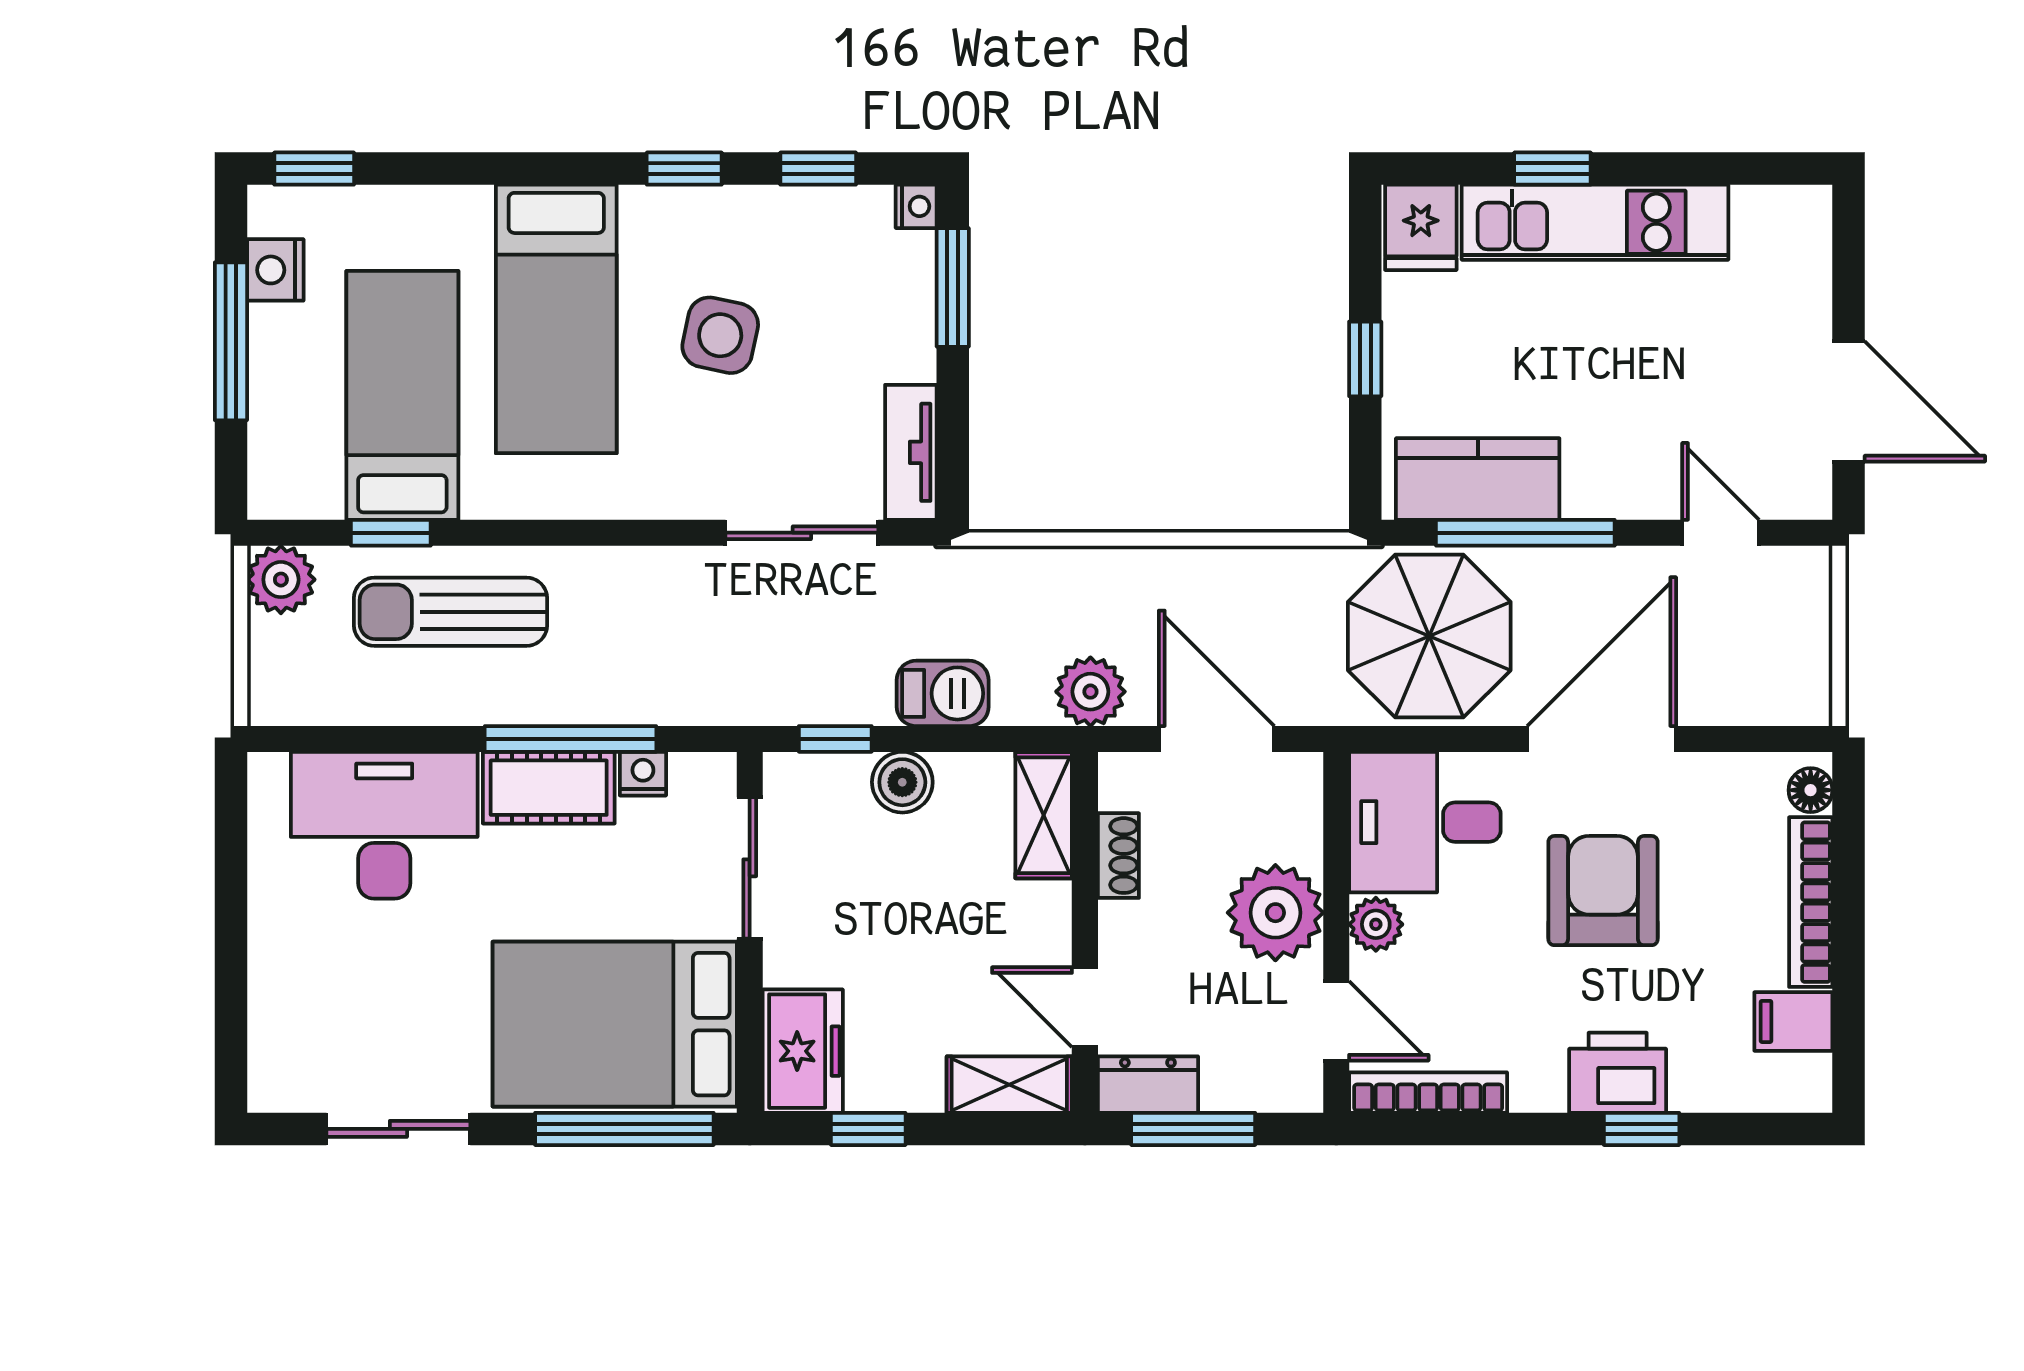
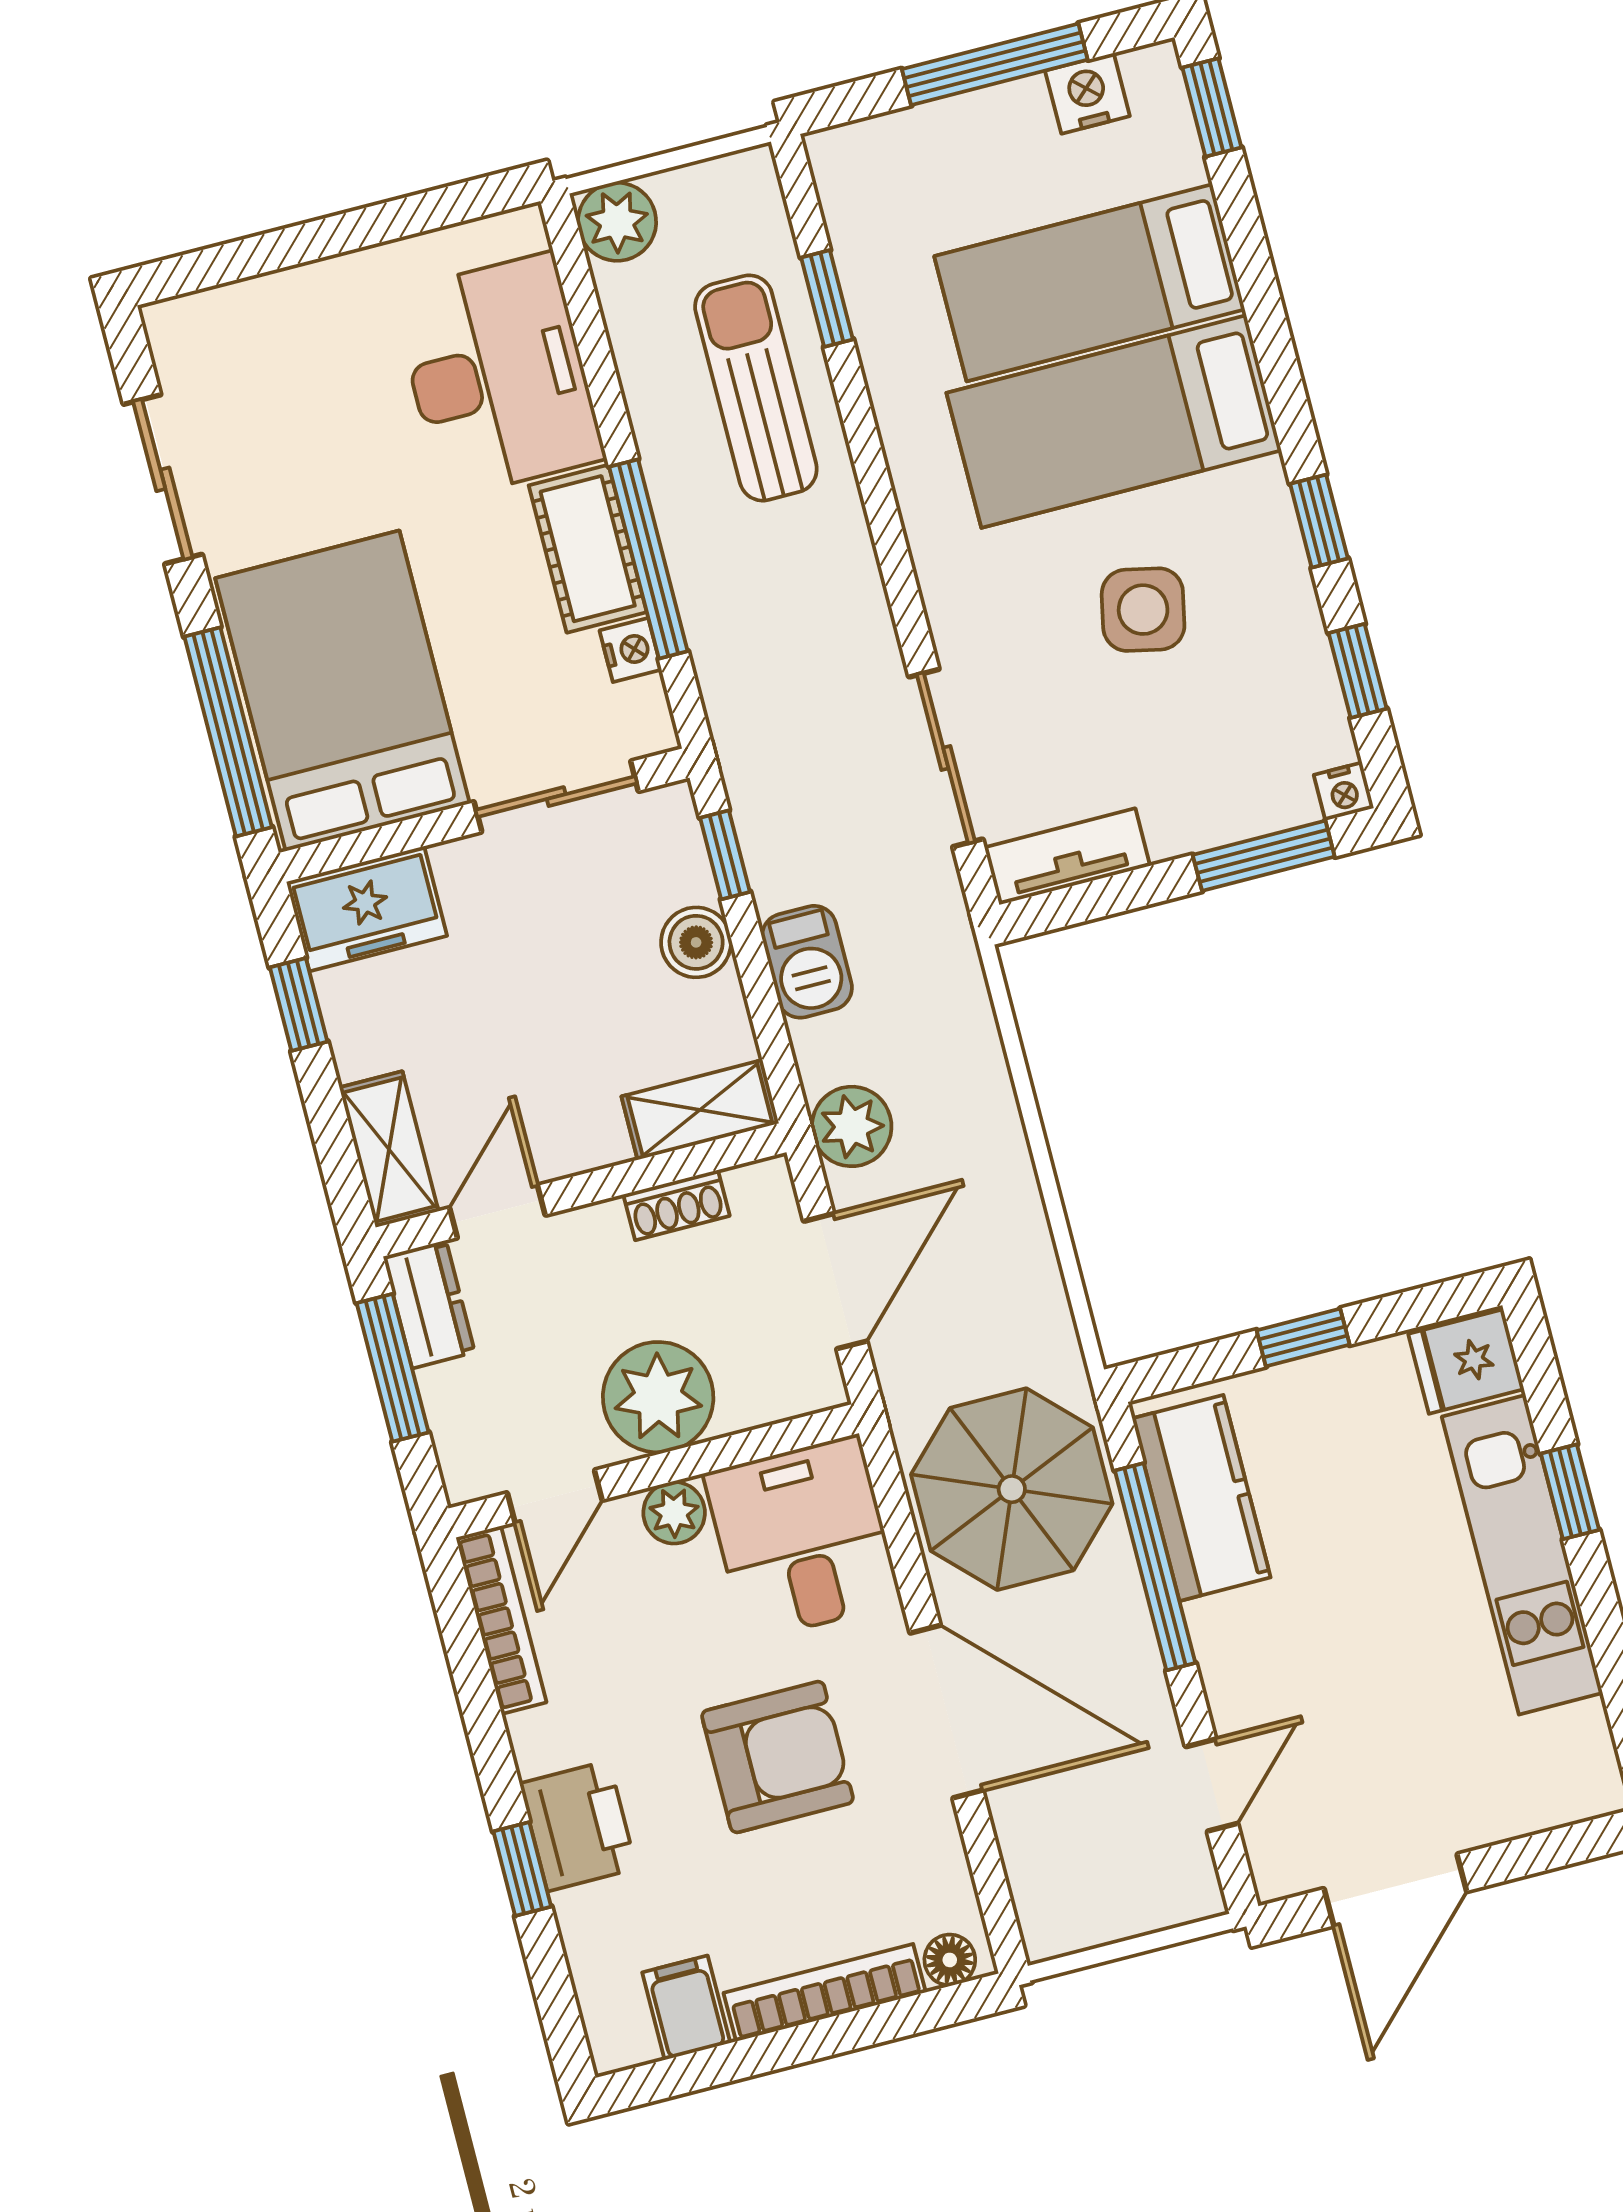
bed: (402, 395) -> (1090, 283), moved, turned 180
plant: (281, 580) -> (617, 222), moved

